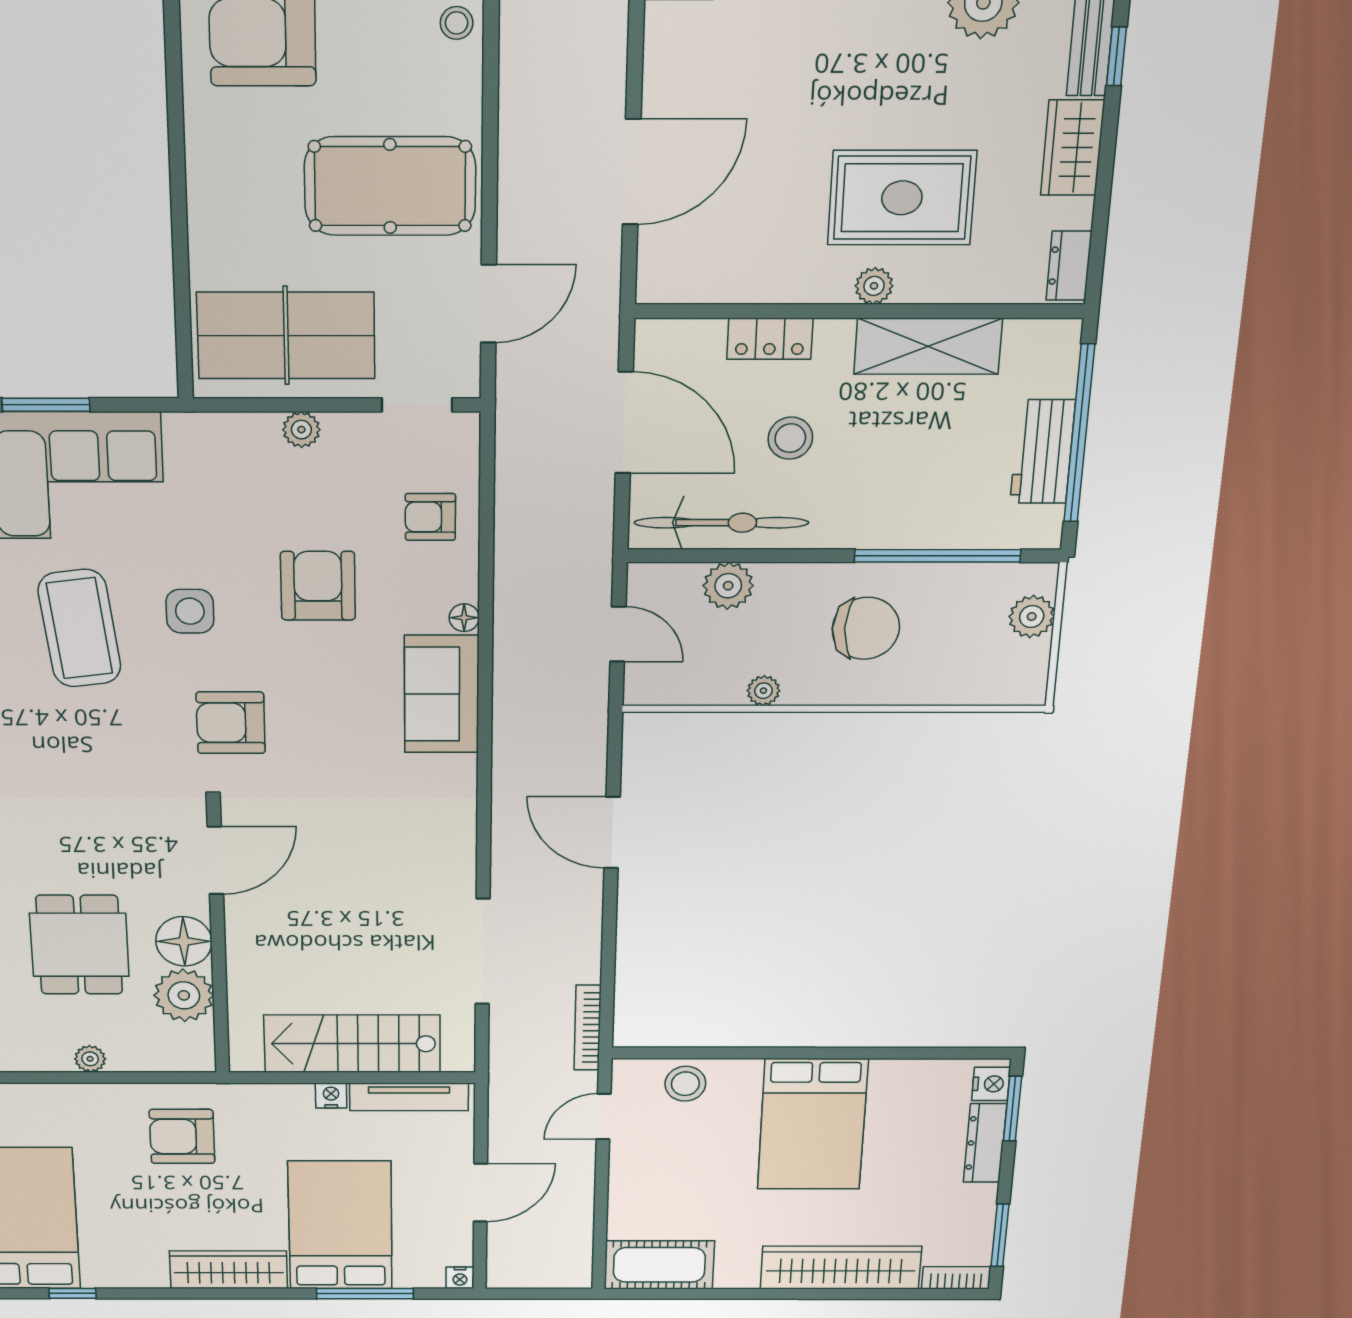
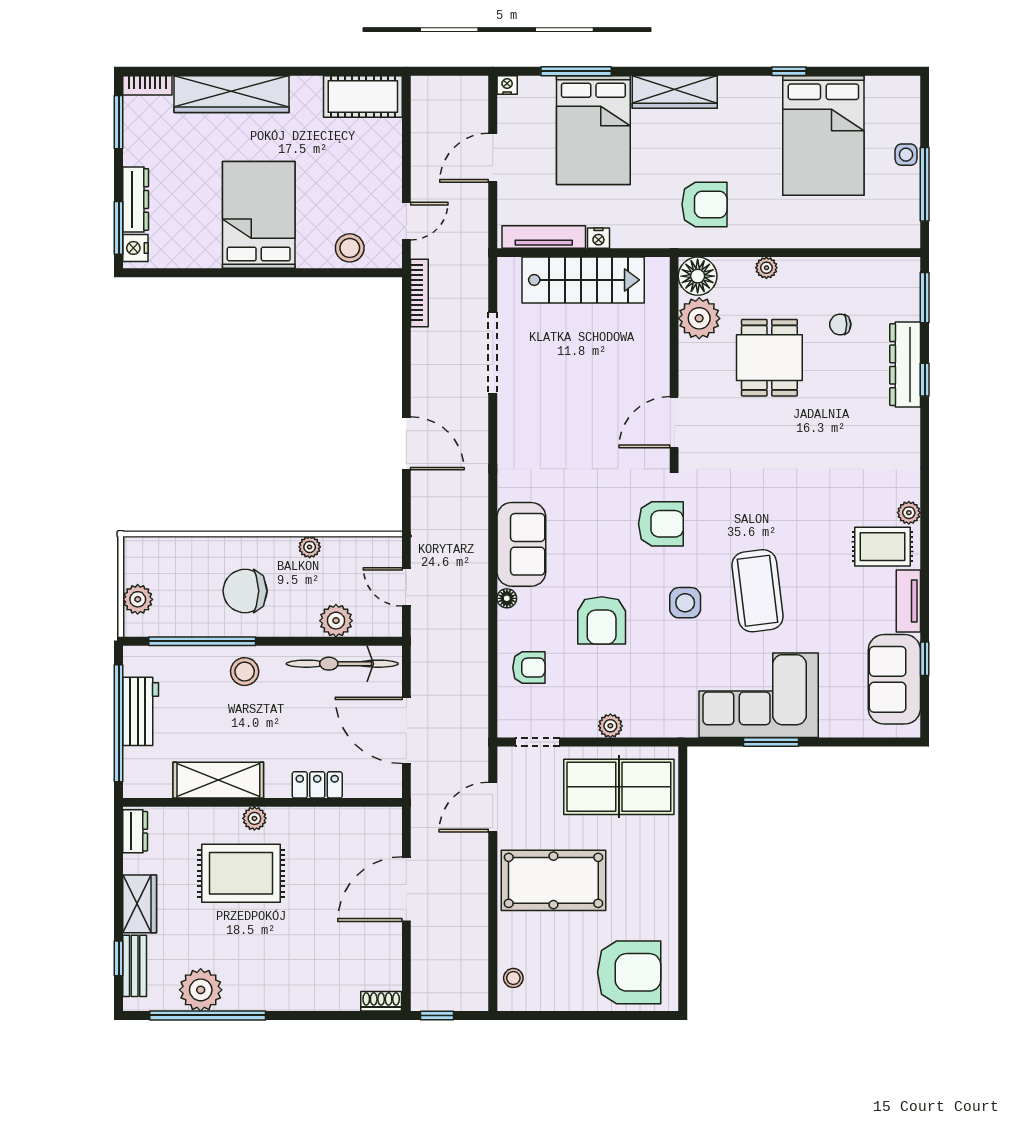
stool: (790, 438) -> (245, 672), moved
floor lamp: (184, 941) -> (698, 276), moved

